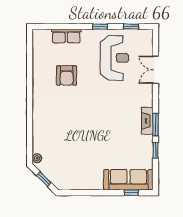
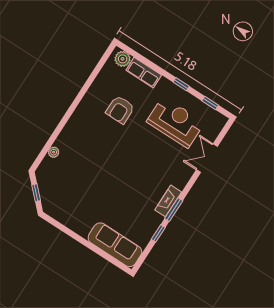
plant: (44, 36) -> (123, 59), added
reception desk: (114, 58) -> (175, 122), turned -90
plant: (37, 158) -> (54, 152), moved
window: (131, 193) -> (110, 259), removed

